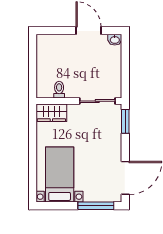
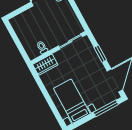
window: (125, 121) -> (100, 54), moved

